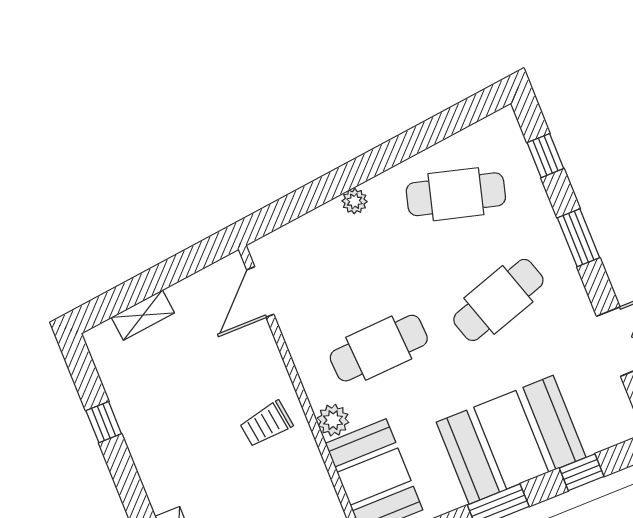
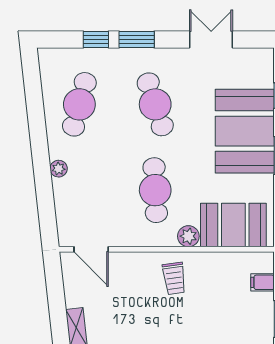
window: (545, 156) -> (96, 39), moved

